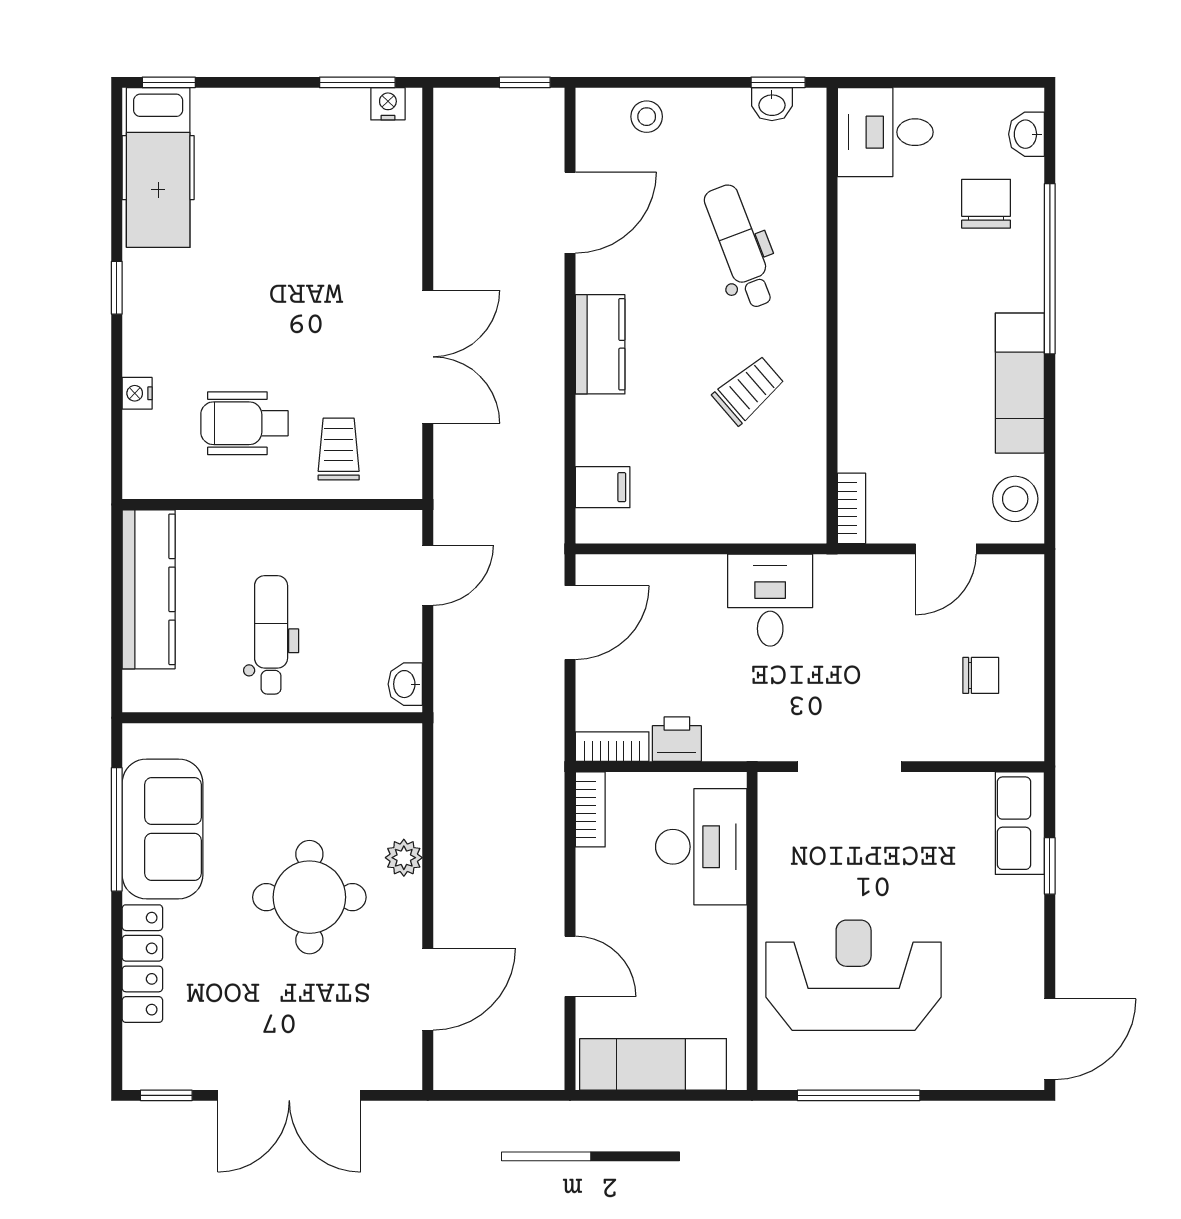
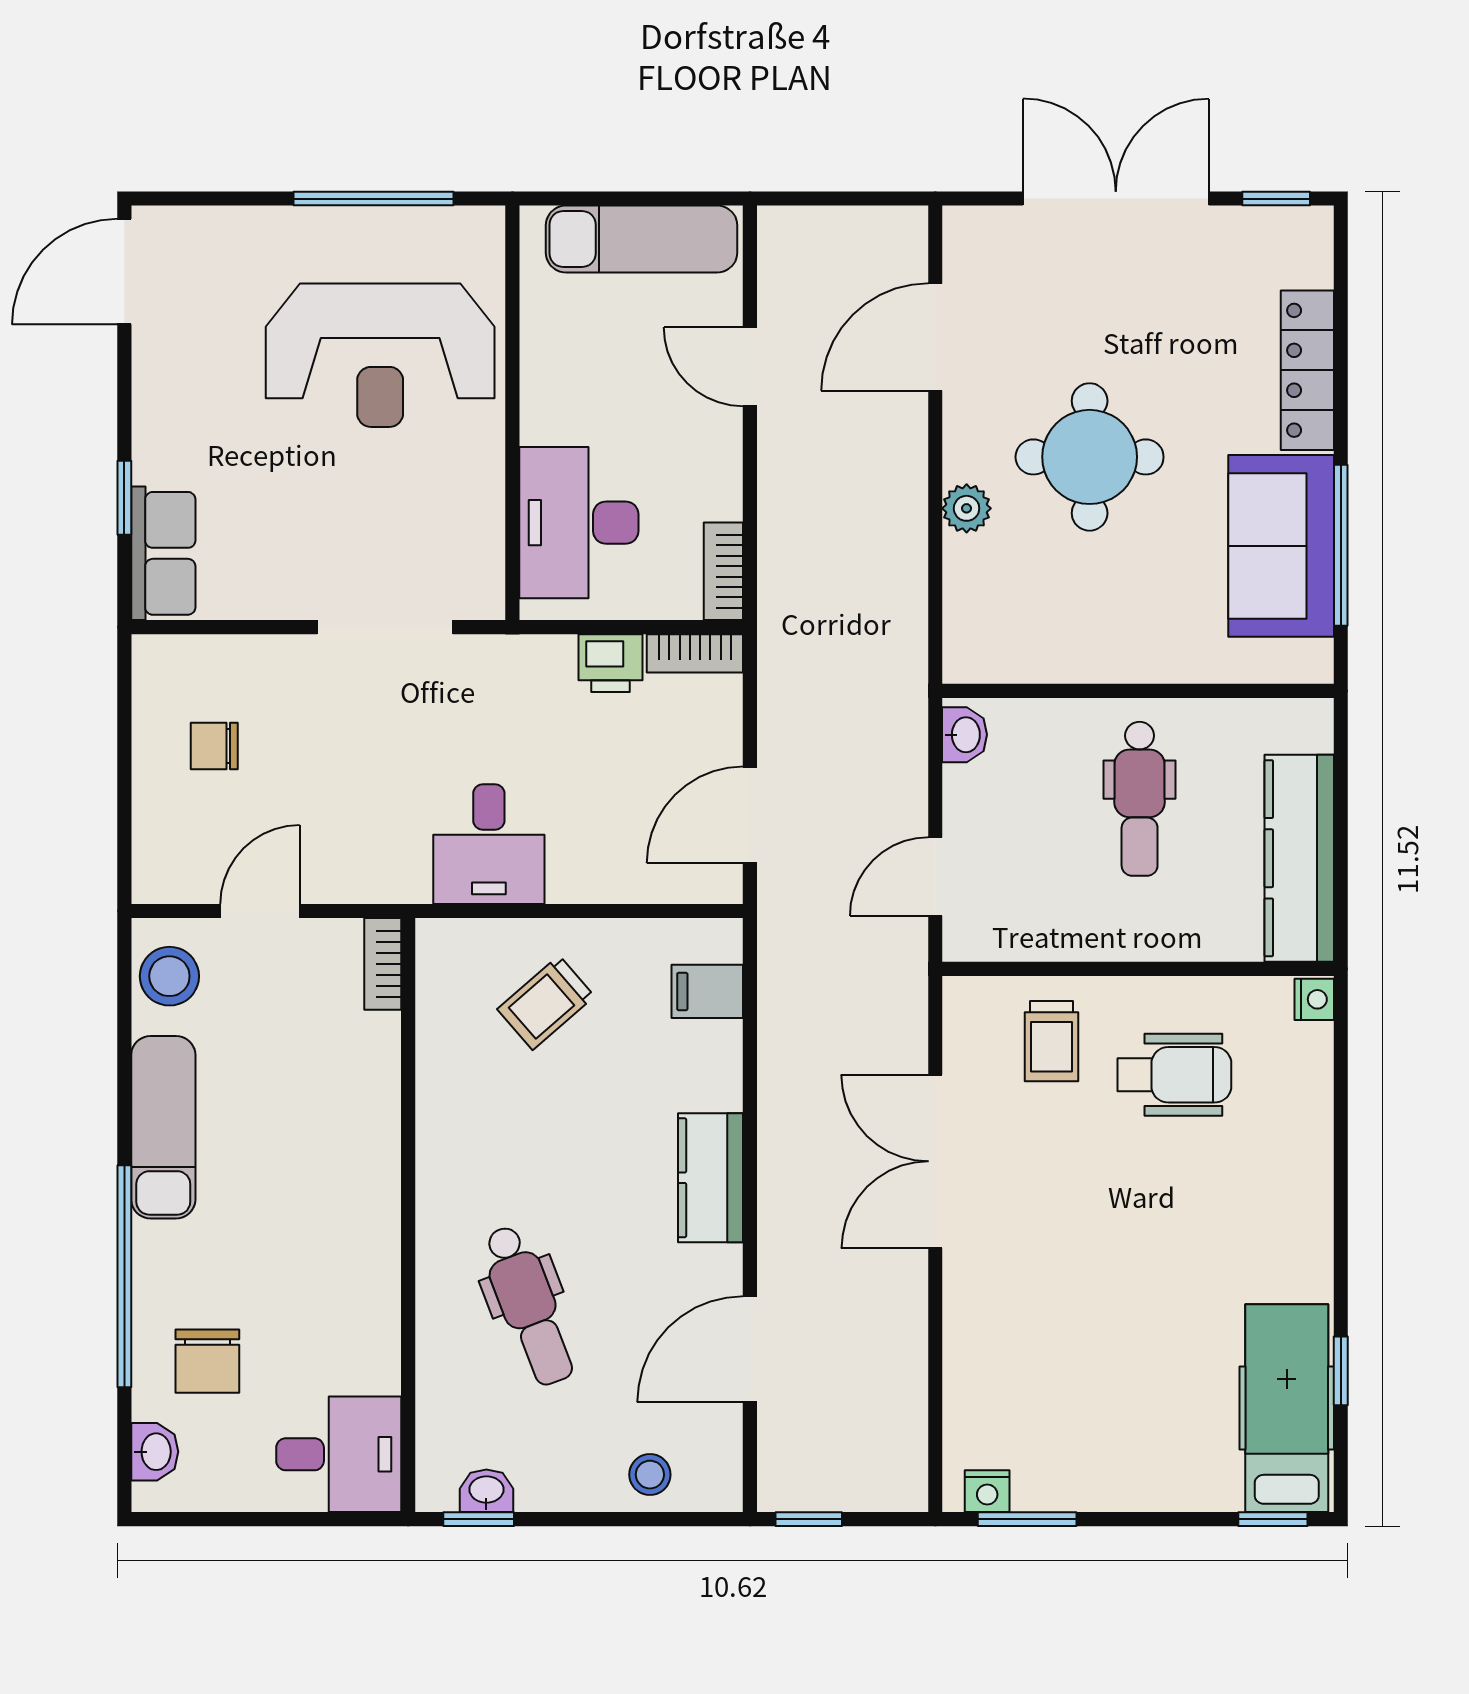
window: (117, 288) -> (1341, 1371), moved
trolley: (749, 390) -> (546, 1003), moved
nightstand: (137, 393) -> (1314, 999), moved

